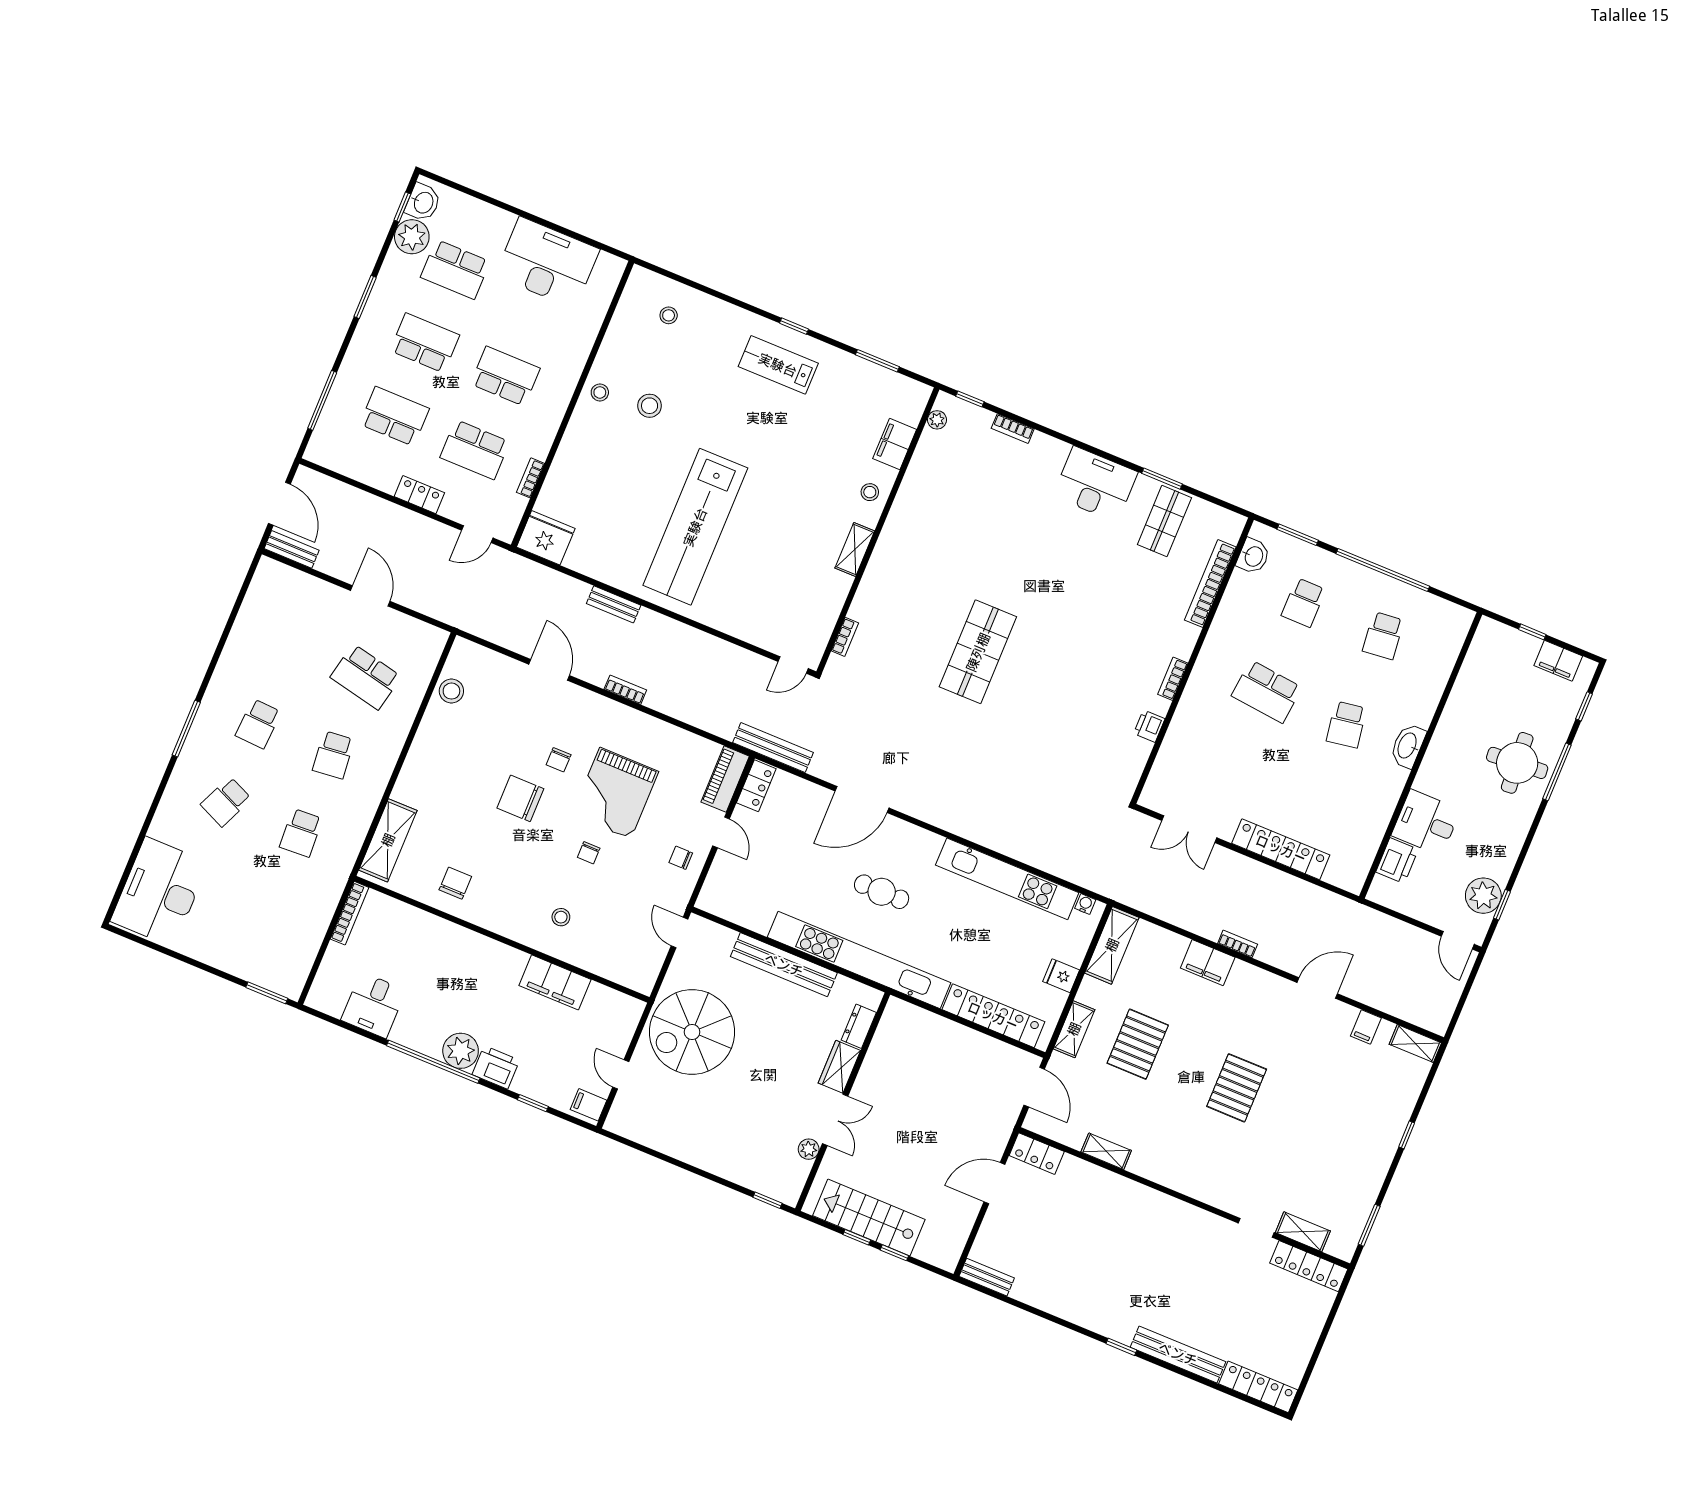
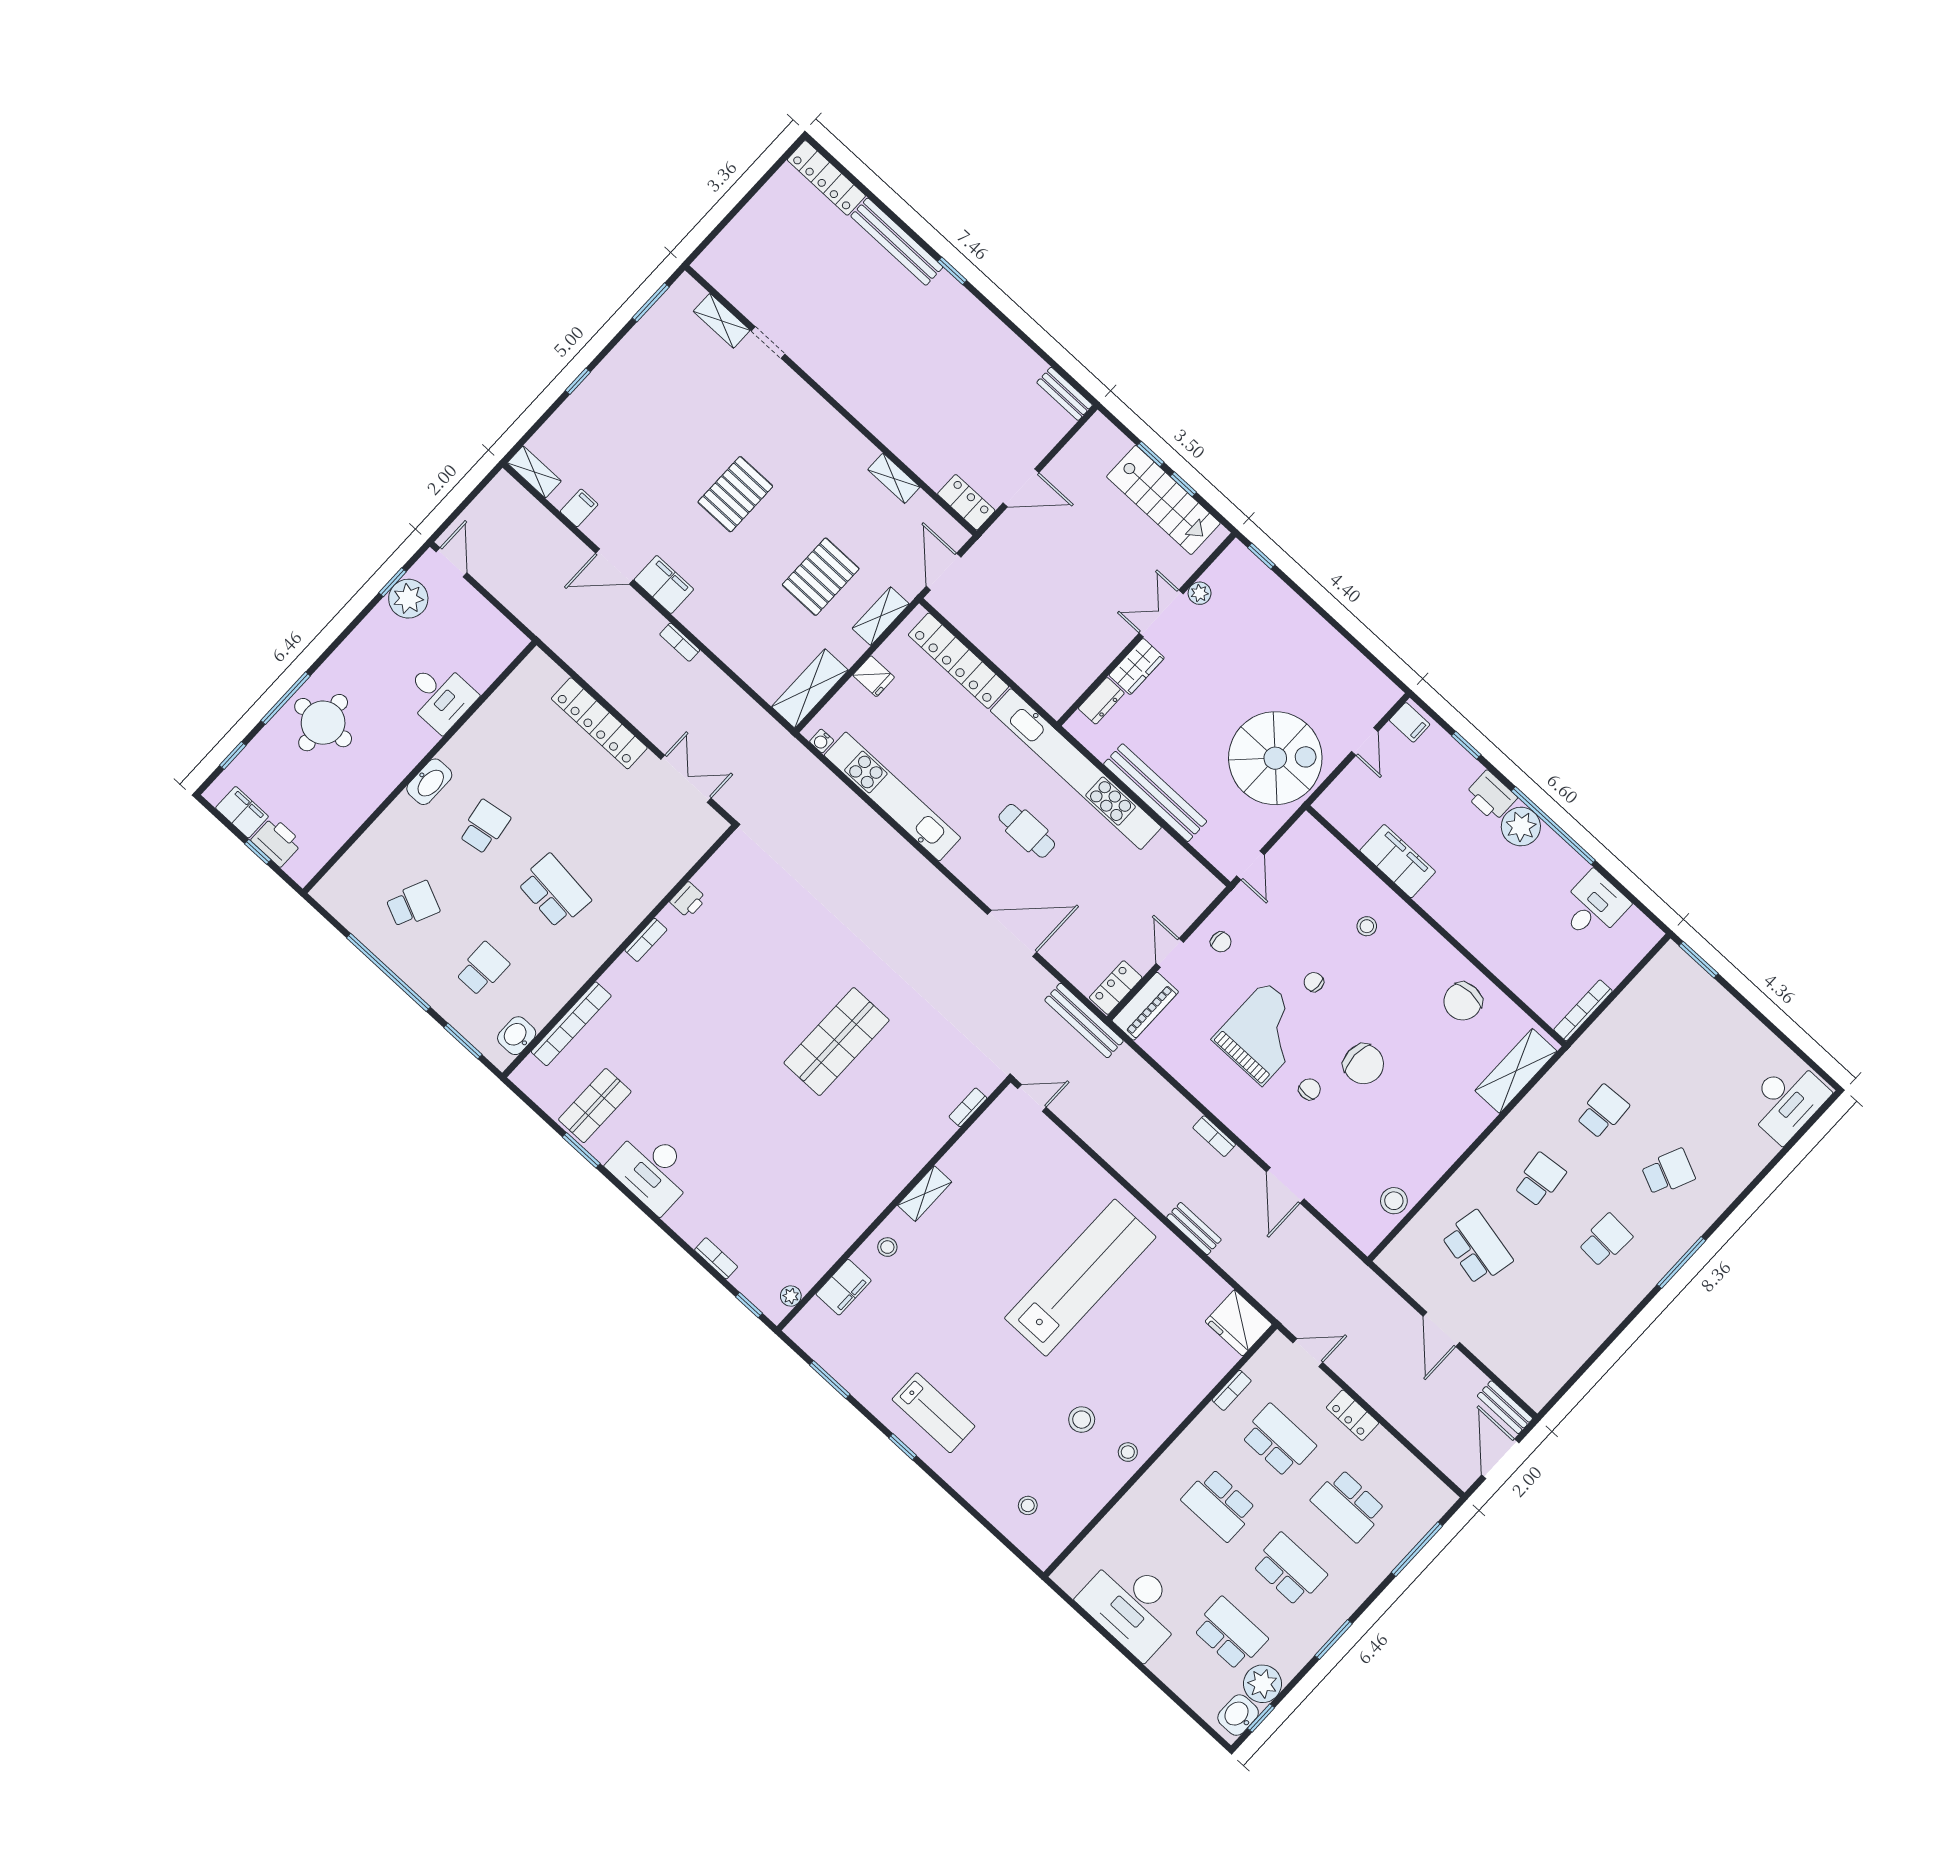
school desk: (425, 343) -> (1289, 1570), turned 180
school desk: (1383, 636) -> (413, 905), turned 30
chair: (589, 853) -> (1314, 982), turned -90
printer: (1397, 861) -> (277, 842), moved, turned 90
chair: (455, 883) -> (1463, 1001), width x1.37, depth x1.37
desk: (159, 892) -> (1787, 1100), width x0.73, depth x0.77
filing cabinet: (1208, 963) -> (664, 585), moved
locker: (1309, 1266) -> (729, 283), removed

